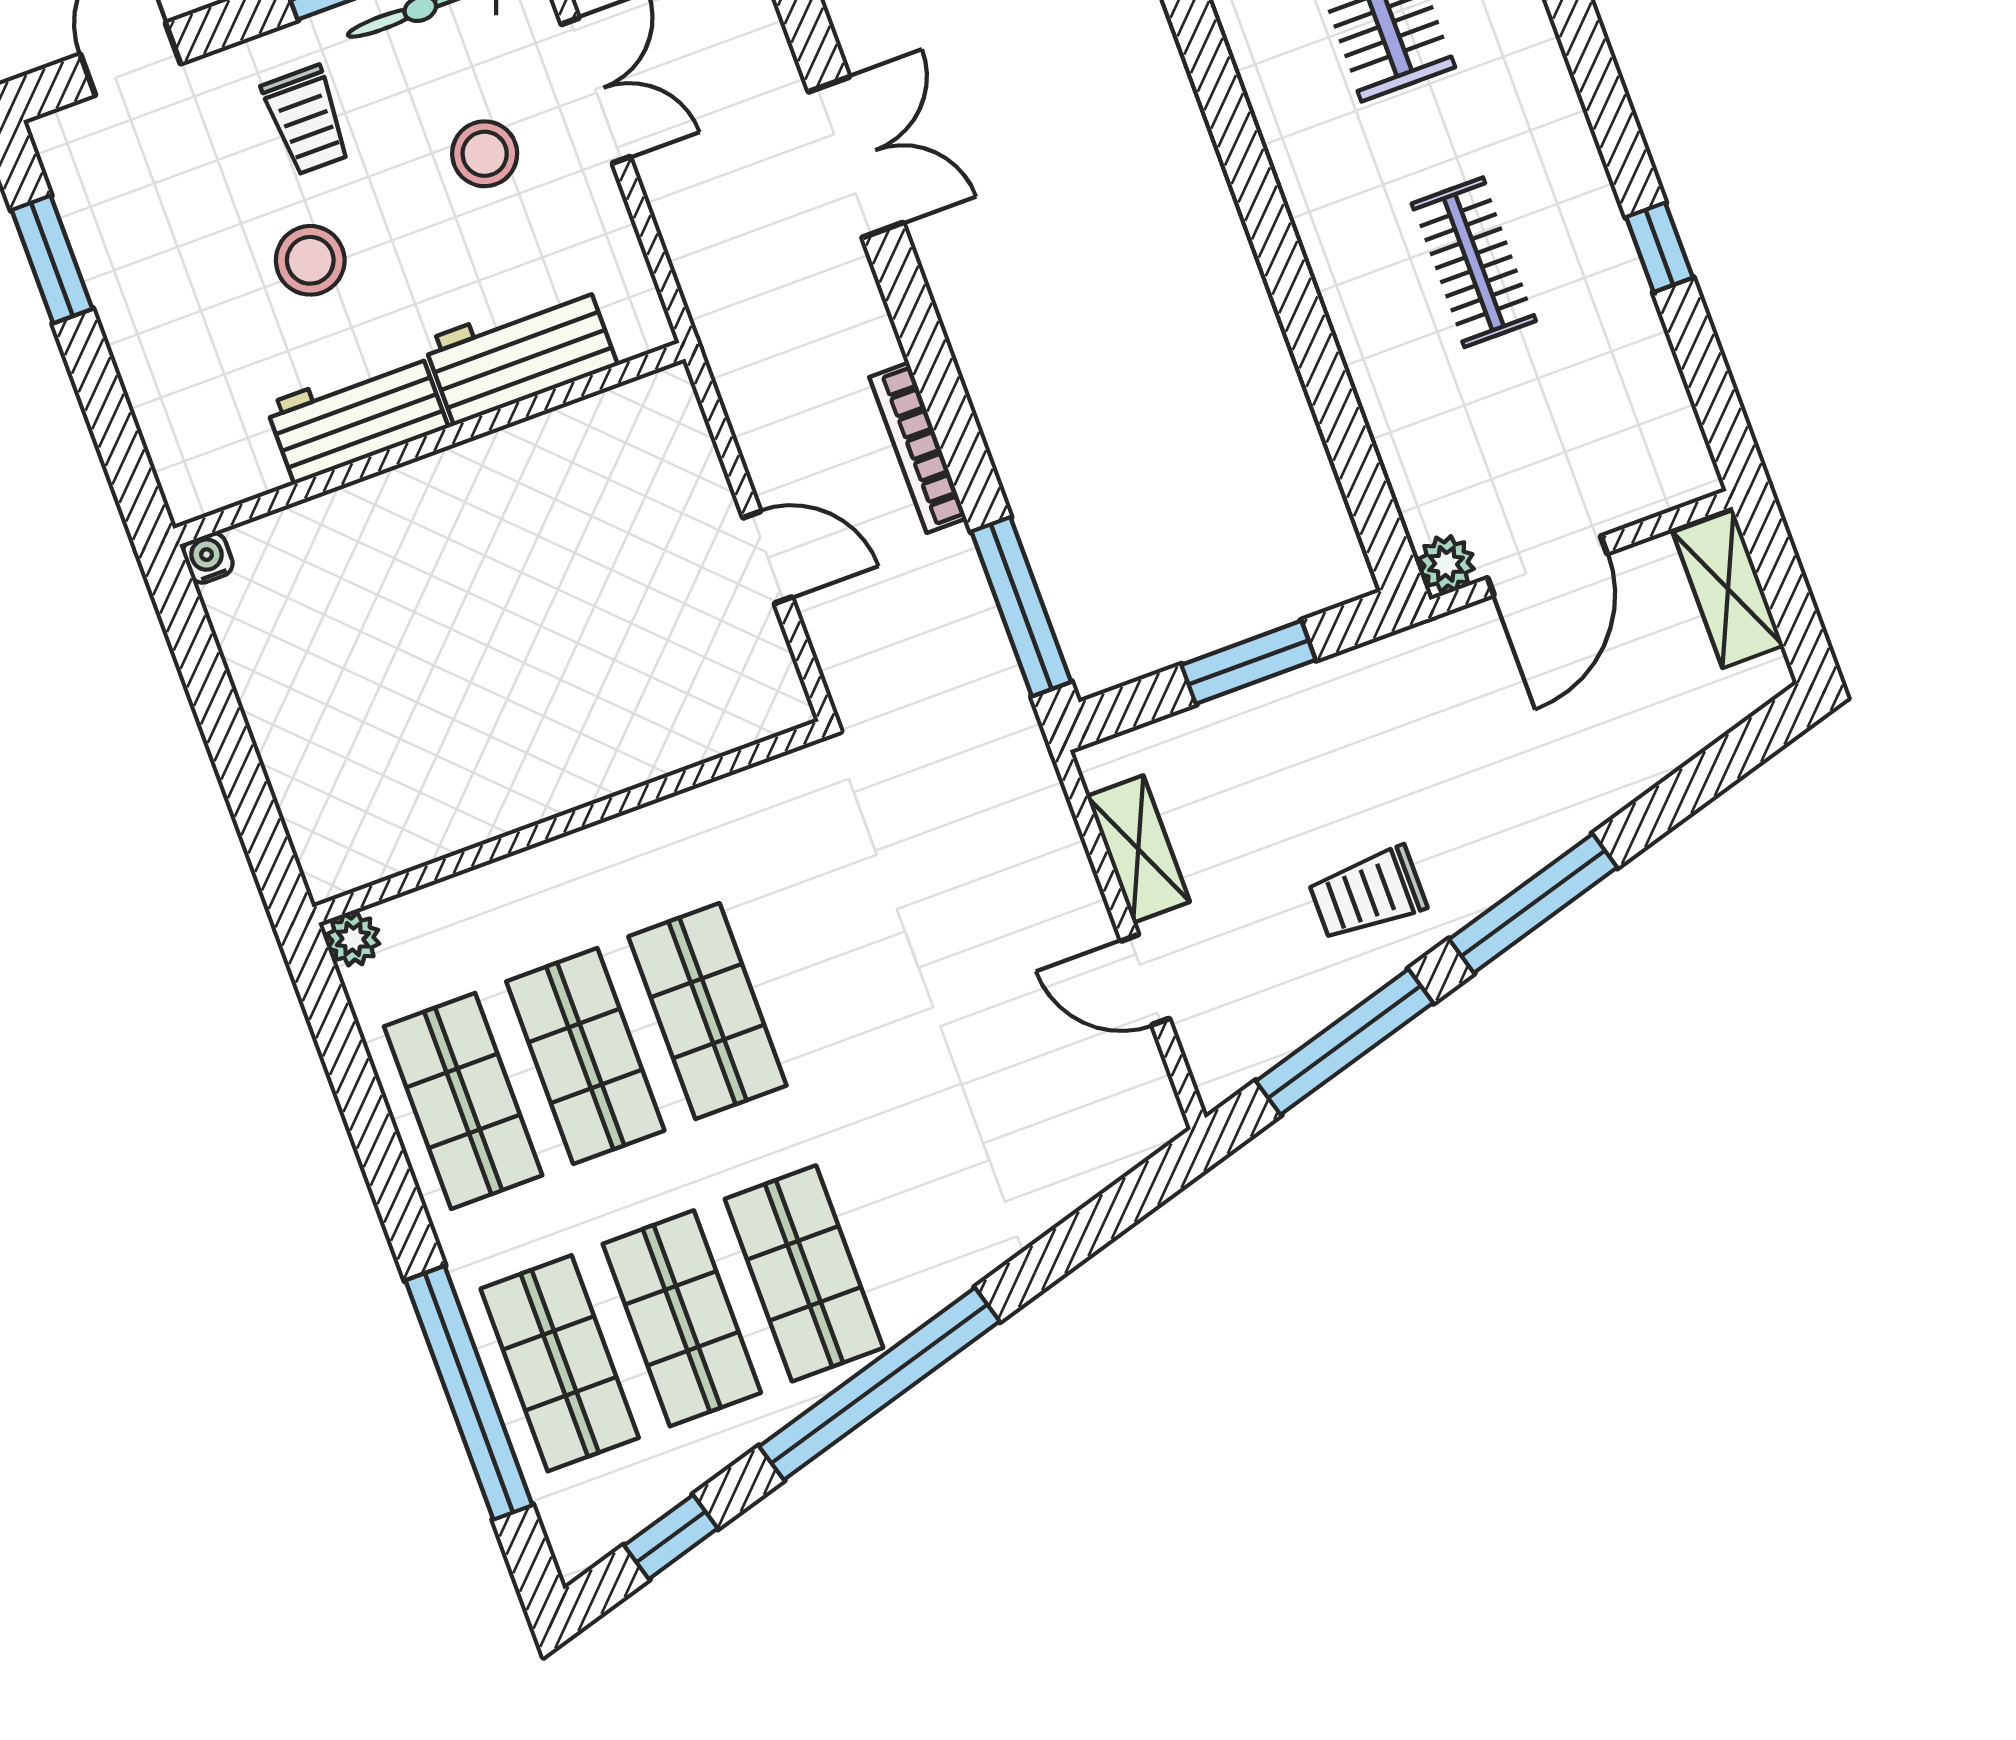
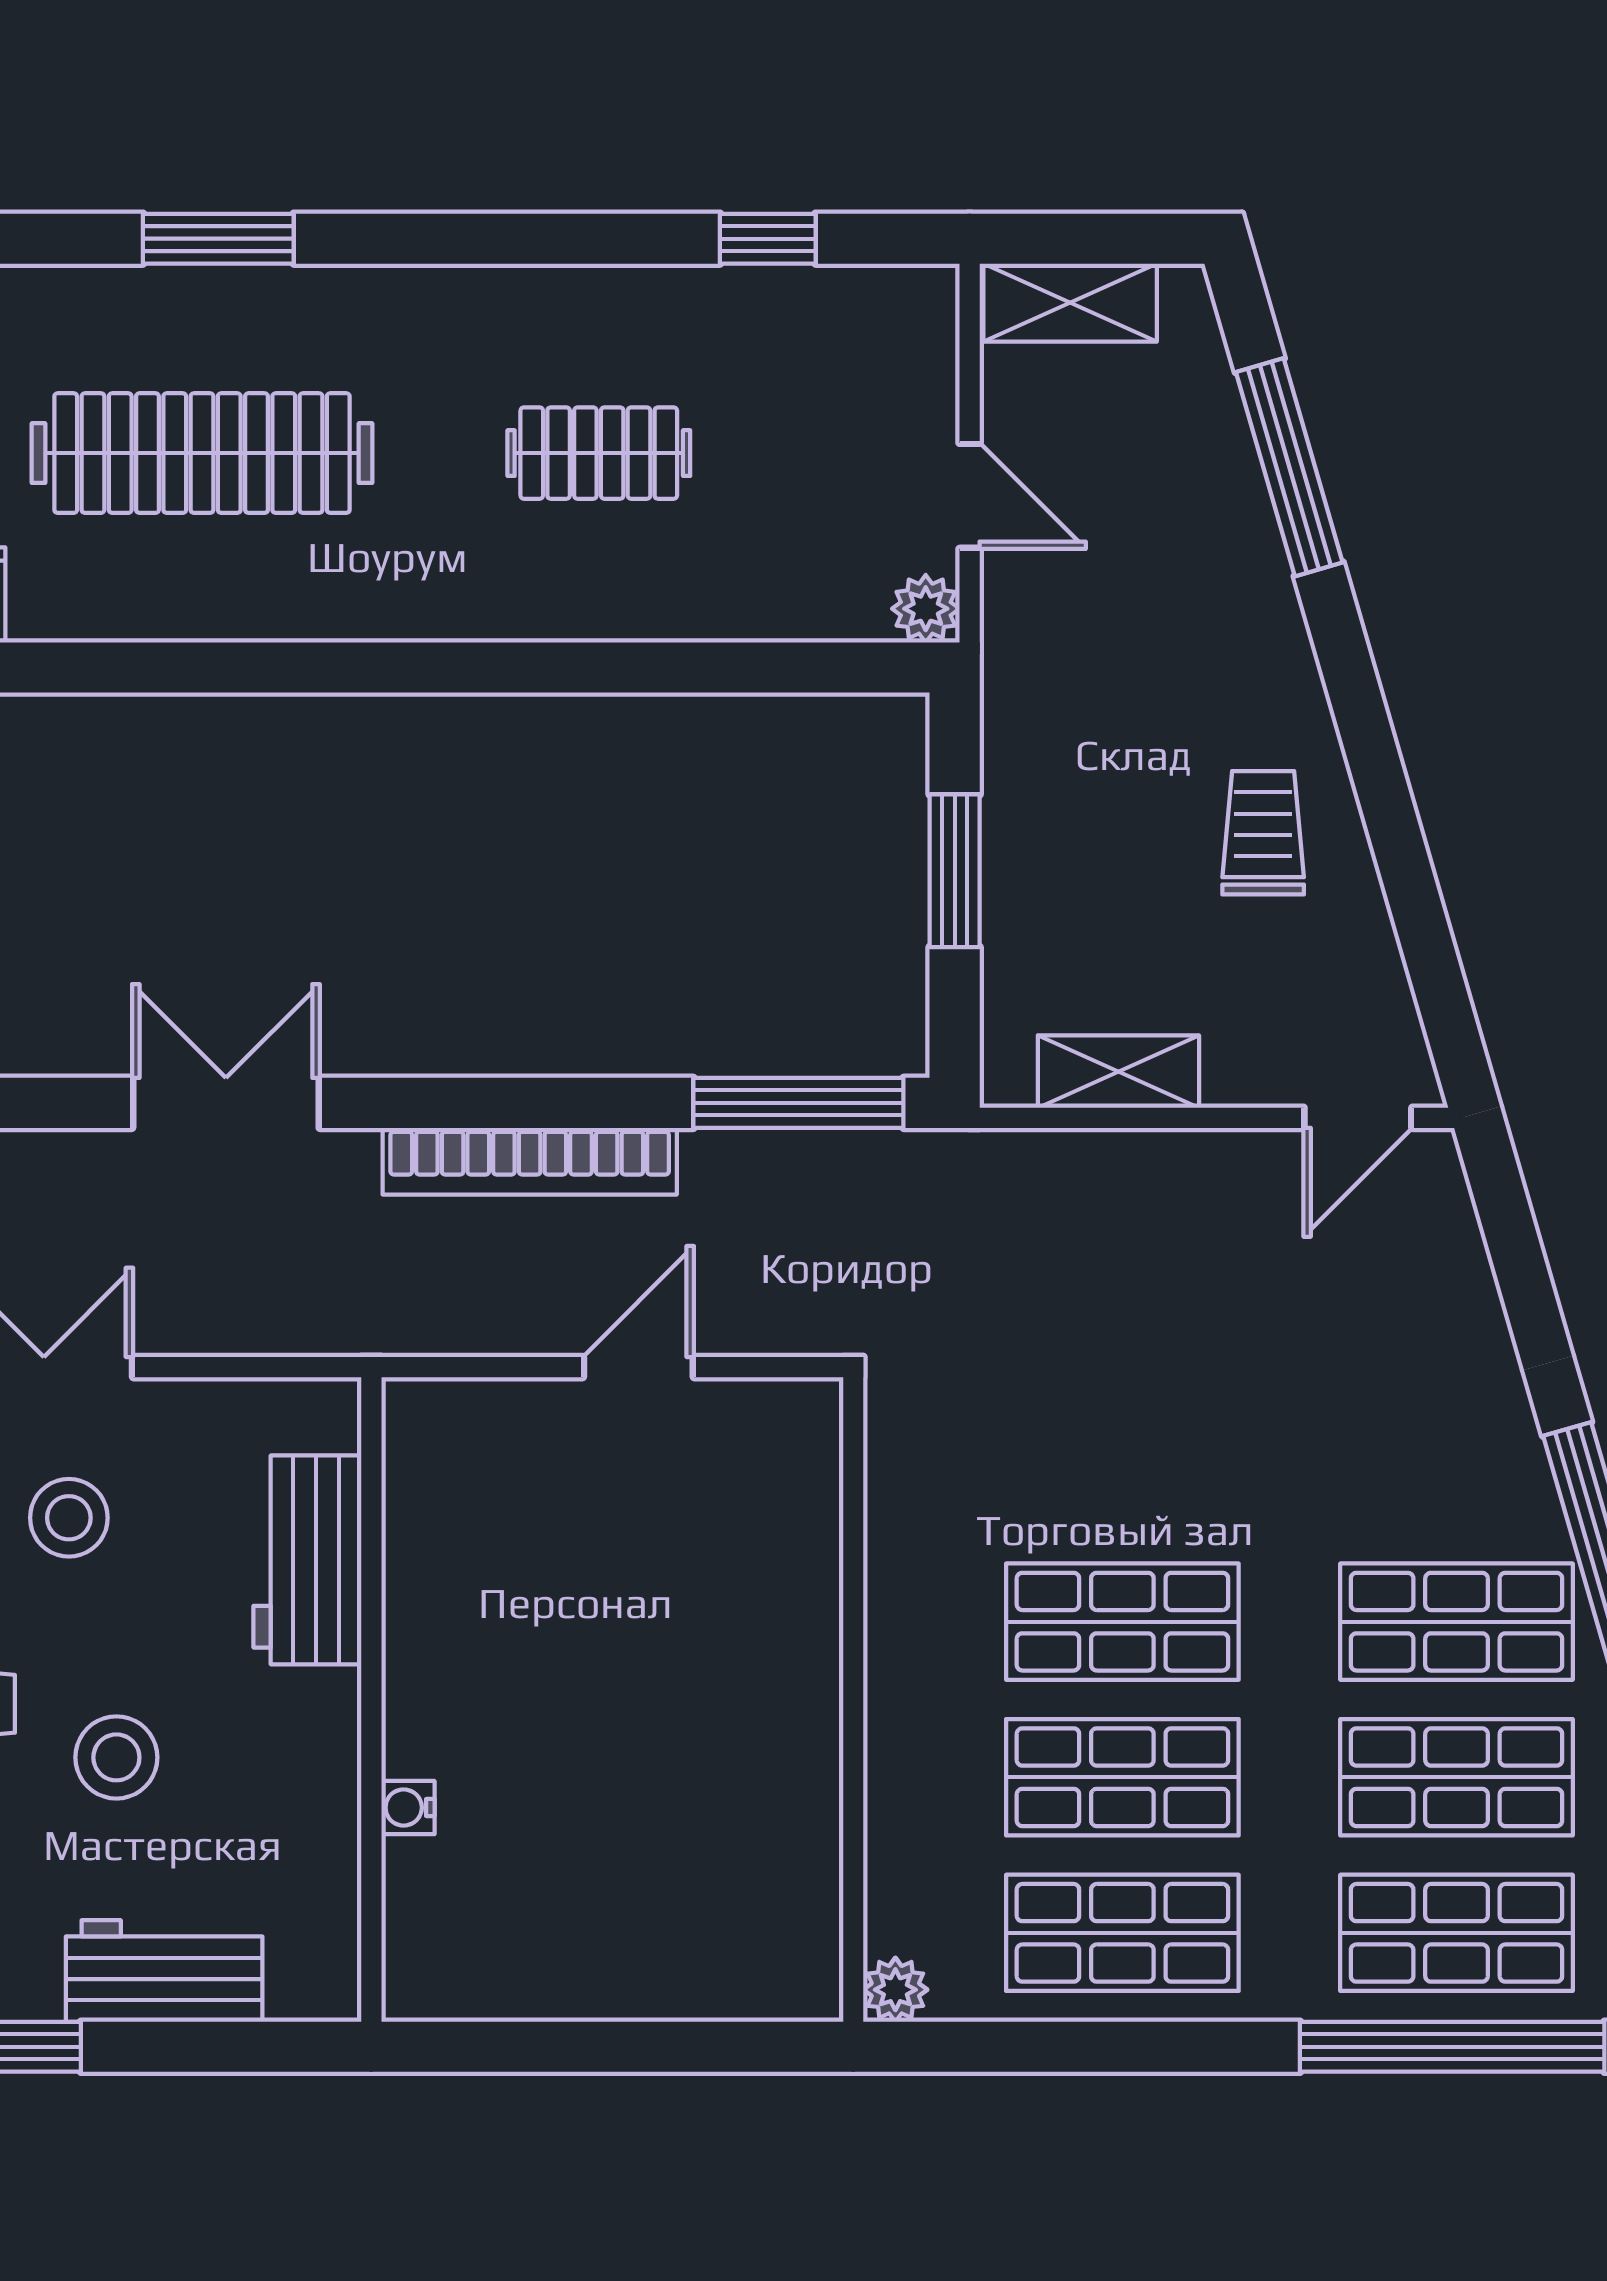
window: (1659, 247) -> (768, 239), moved
workbench: (357, 416) -> (164, 1971), moved, turned 90
bookcase: (918, 448) -> (530, 1161), width x1.48, depth x1.31
water cooler: (208, 558) -> (408, 1808), moved
door: (1547, 566) -> (970, 496), width x0.73
trolley: (1368, 894) -> (1263, 833), turned 180
window: (1533, 903) -> (1289, 467), moved
door: (1145, 980) -> (1358, 1118), moved
window: (1345, 1042) -> (1420, 920), removed

